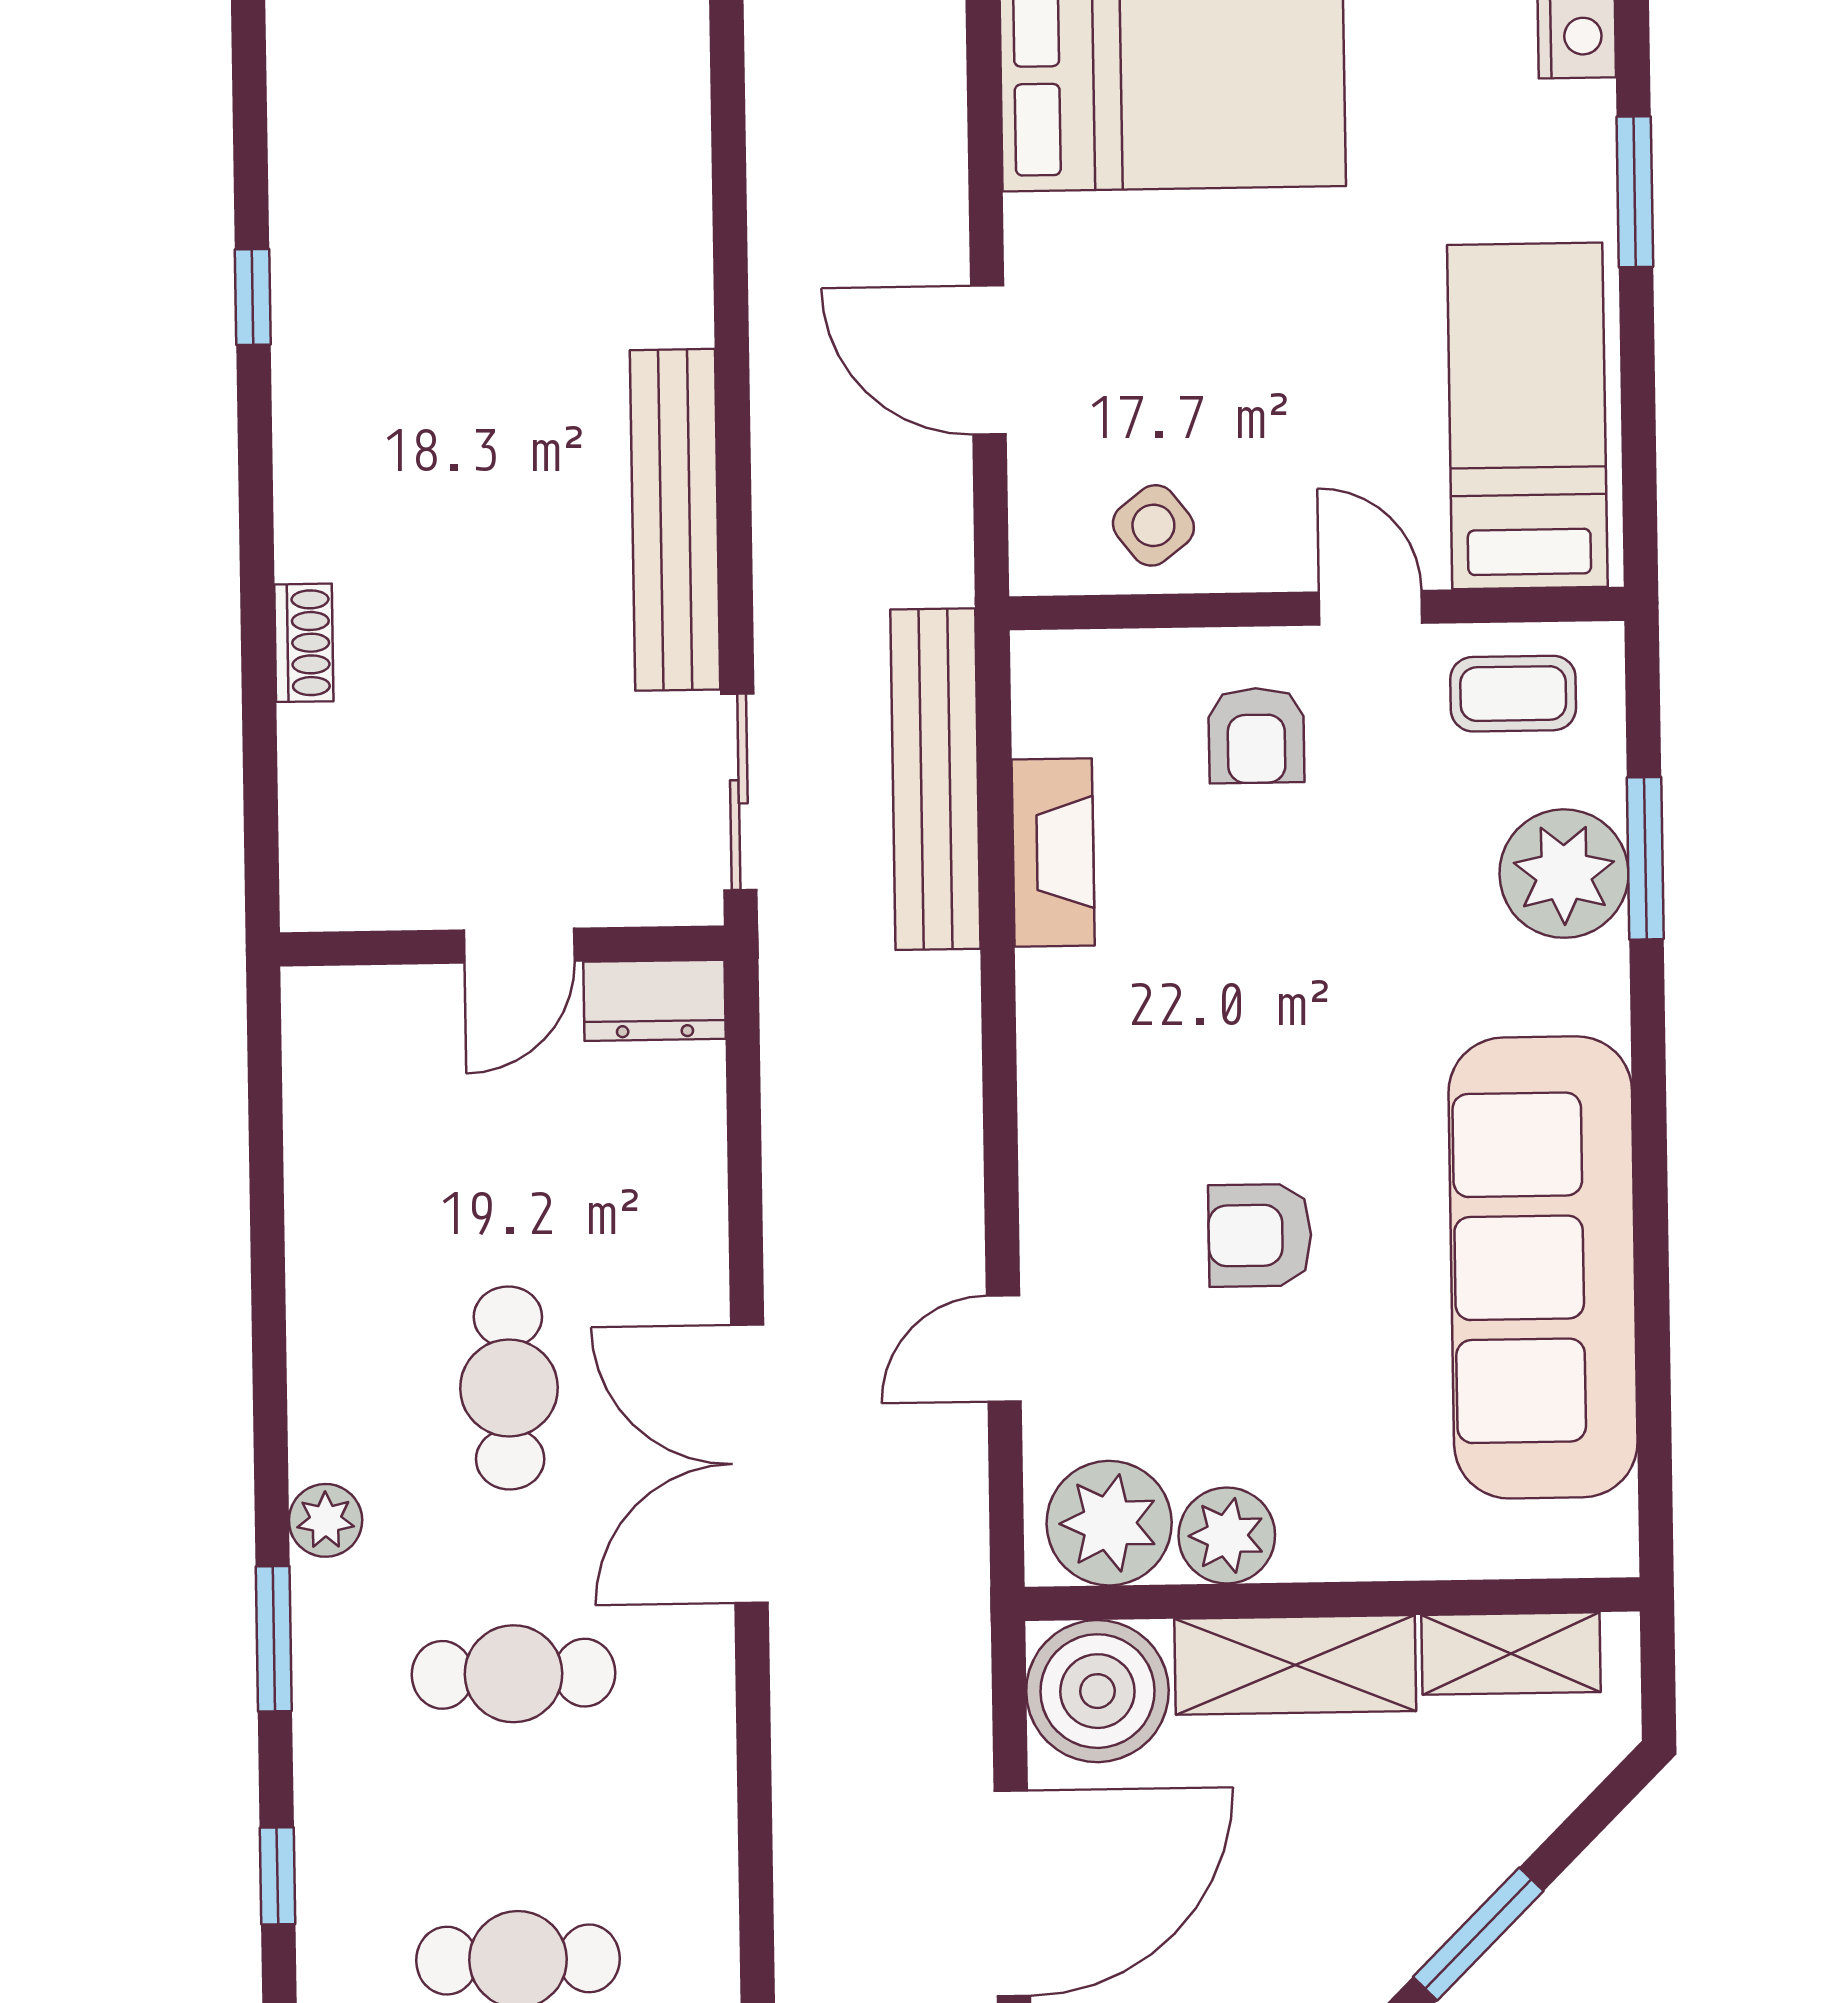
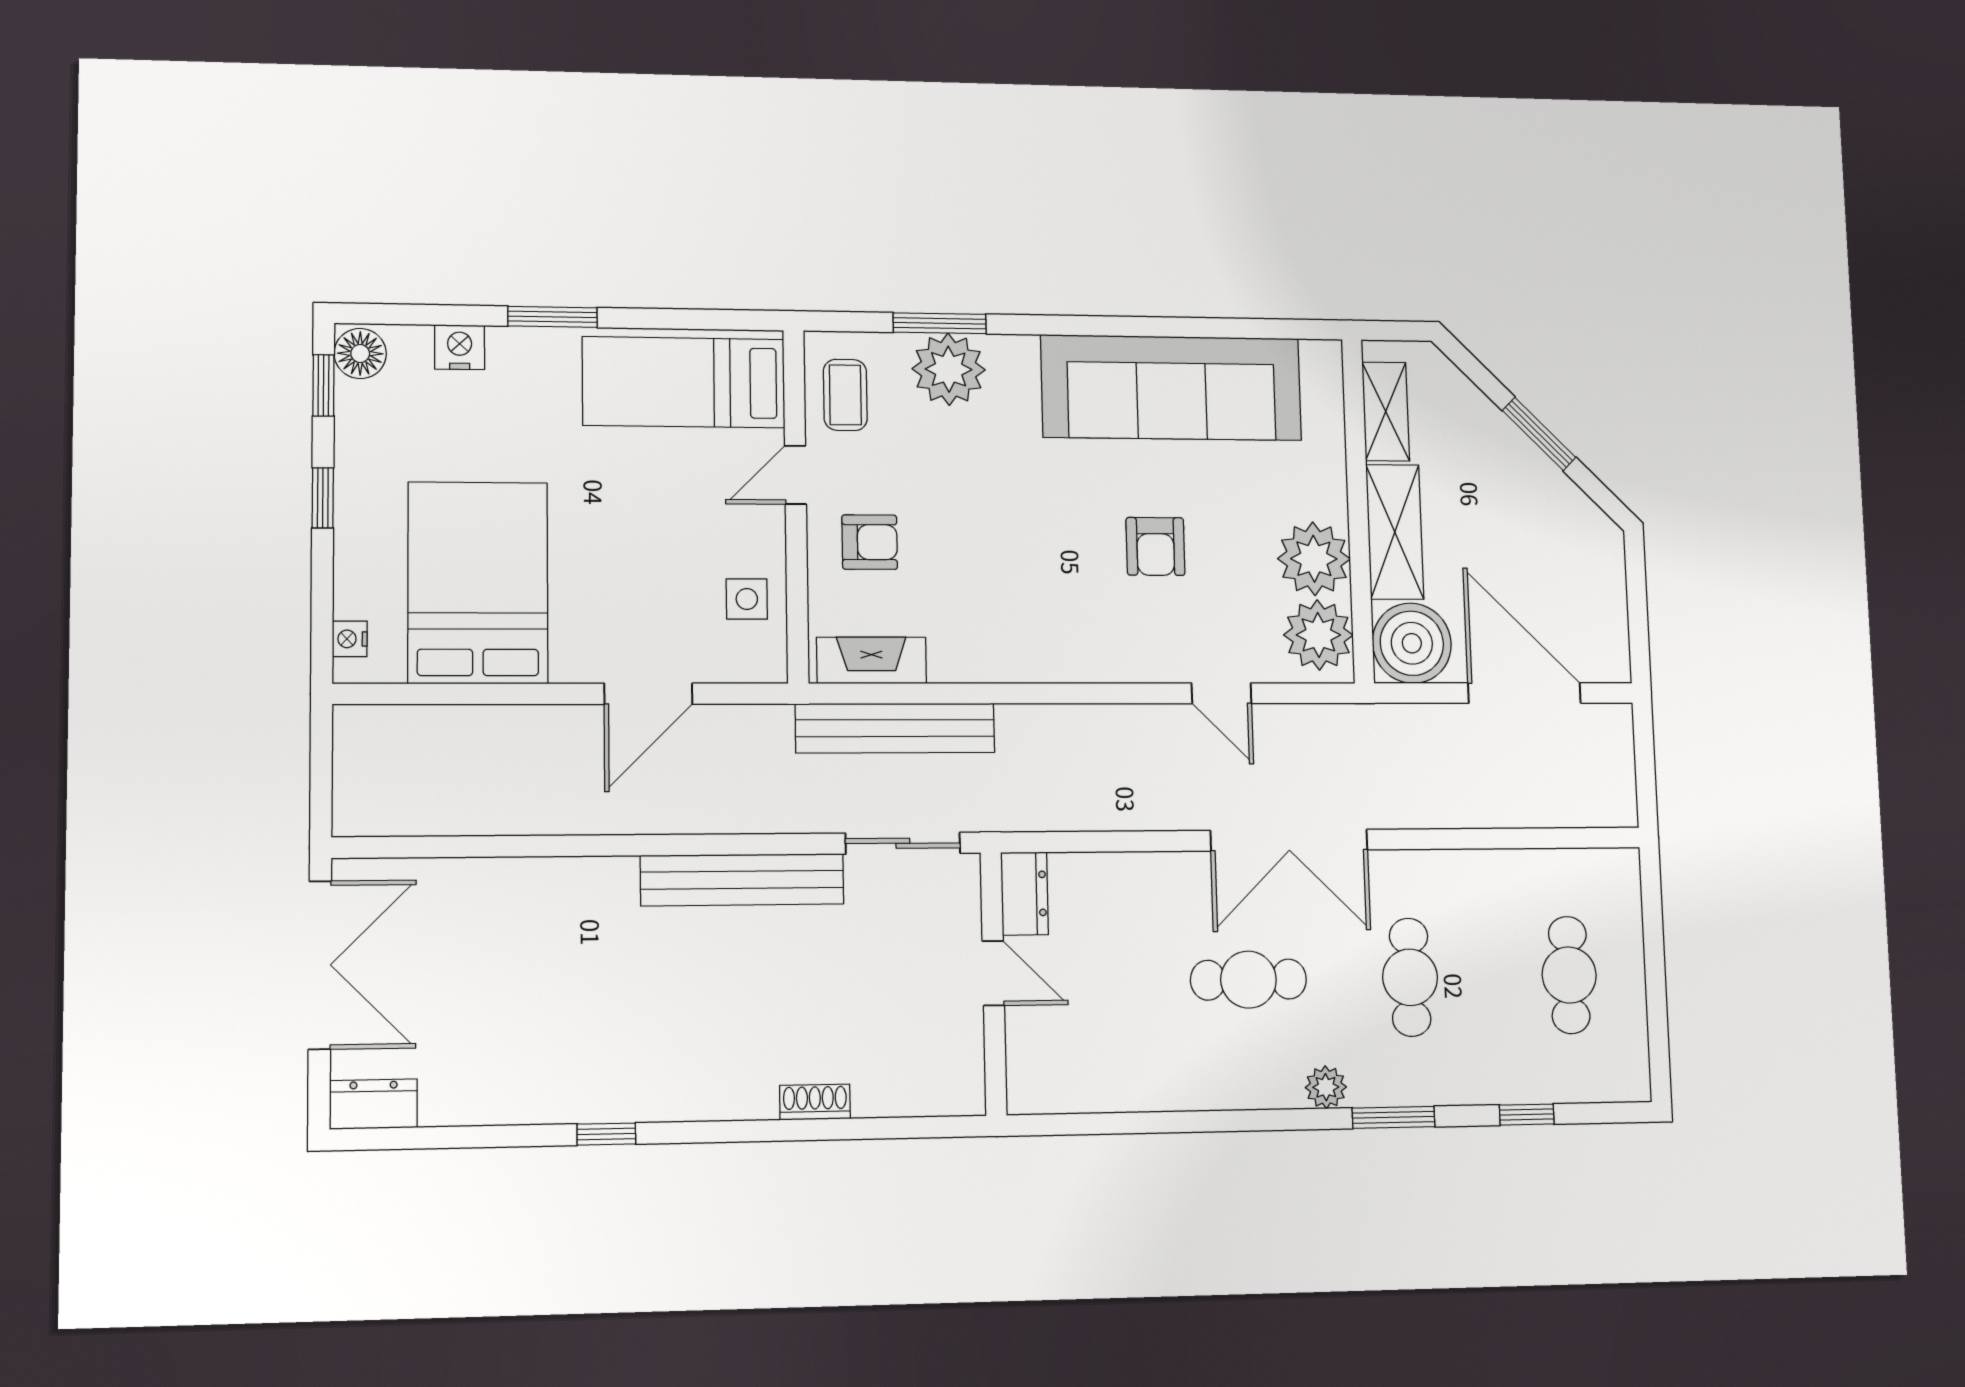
side table: (1153, 525) -> (747, 599), turned 38
fireplace: (1053, 852) -> (871, 660), moved
plant: (1227, 1536) -> (1314, 559), width x1.36, depth x1.36

